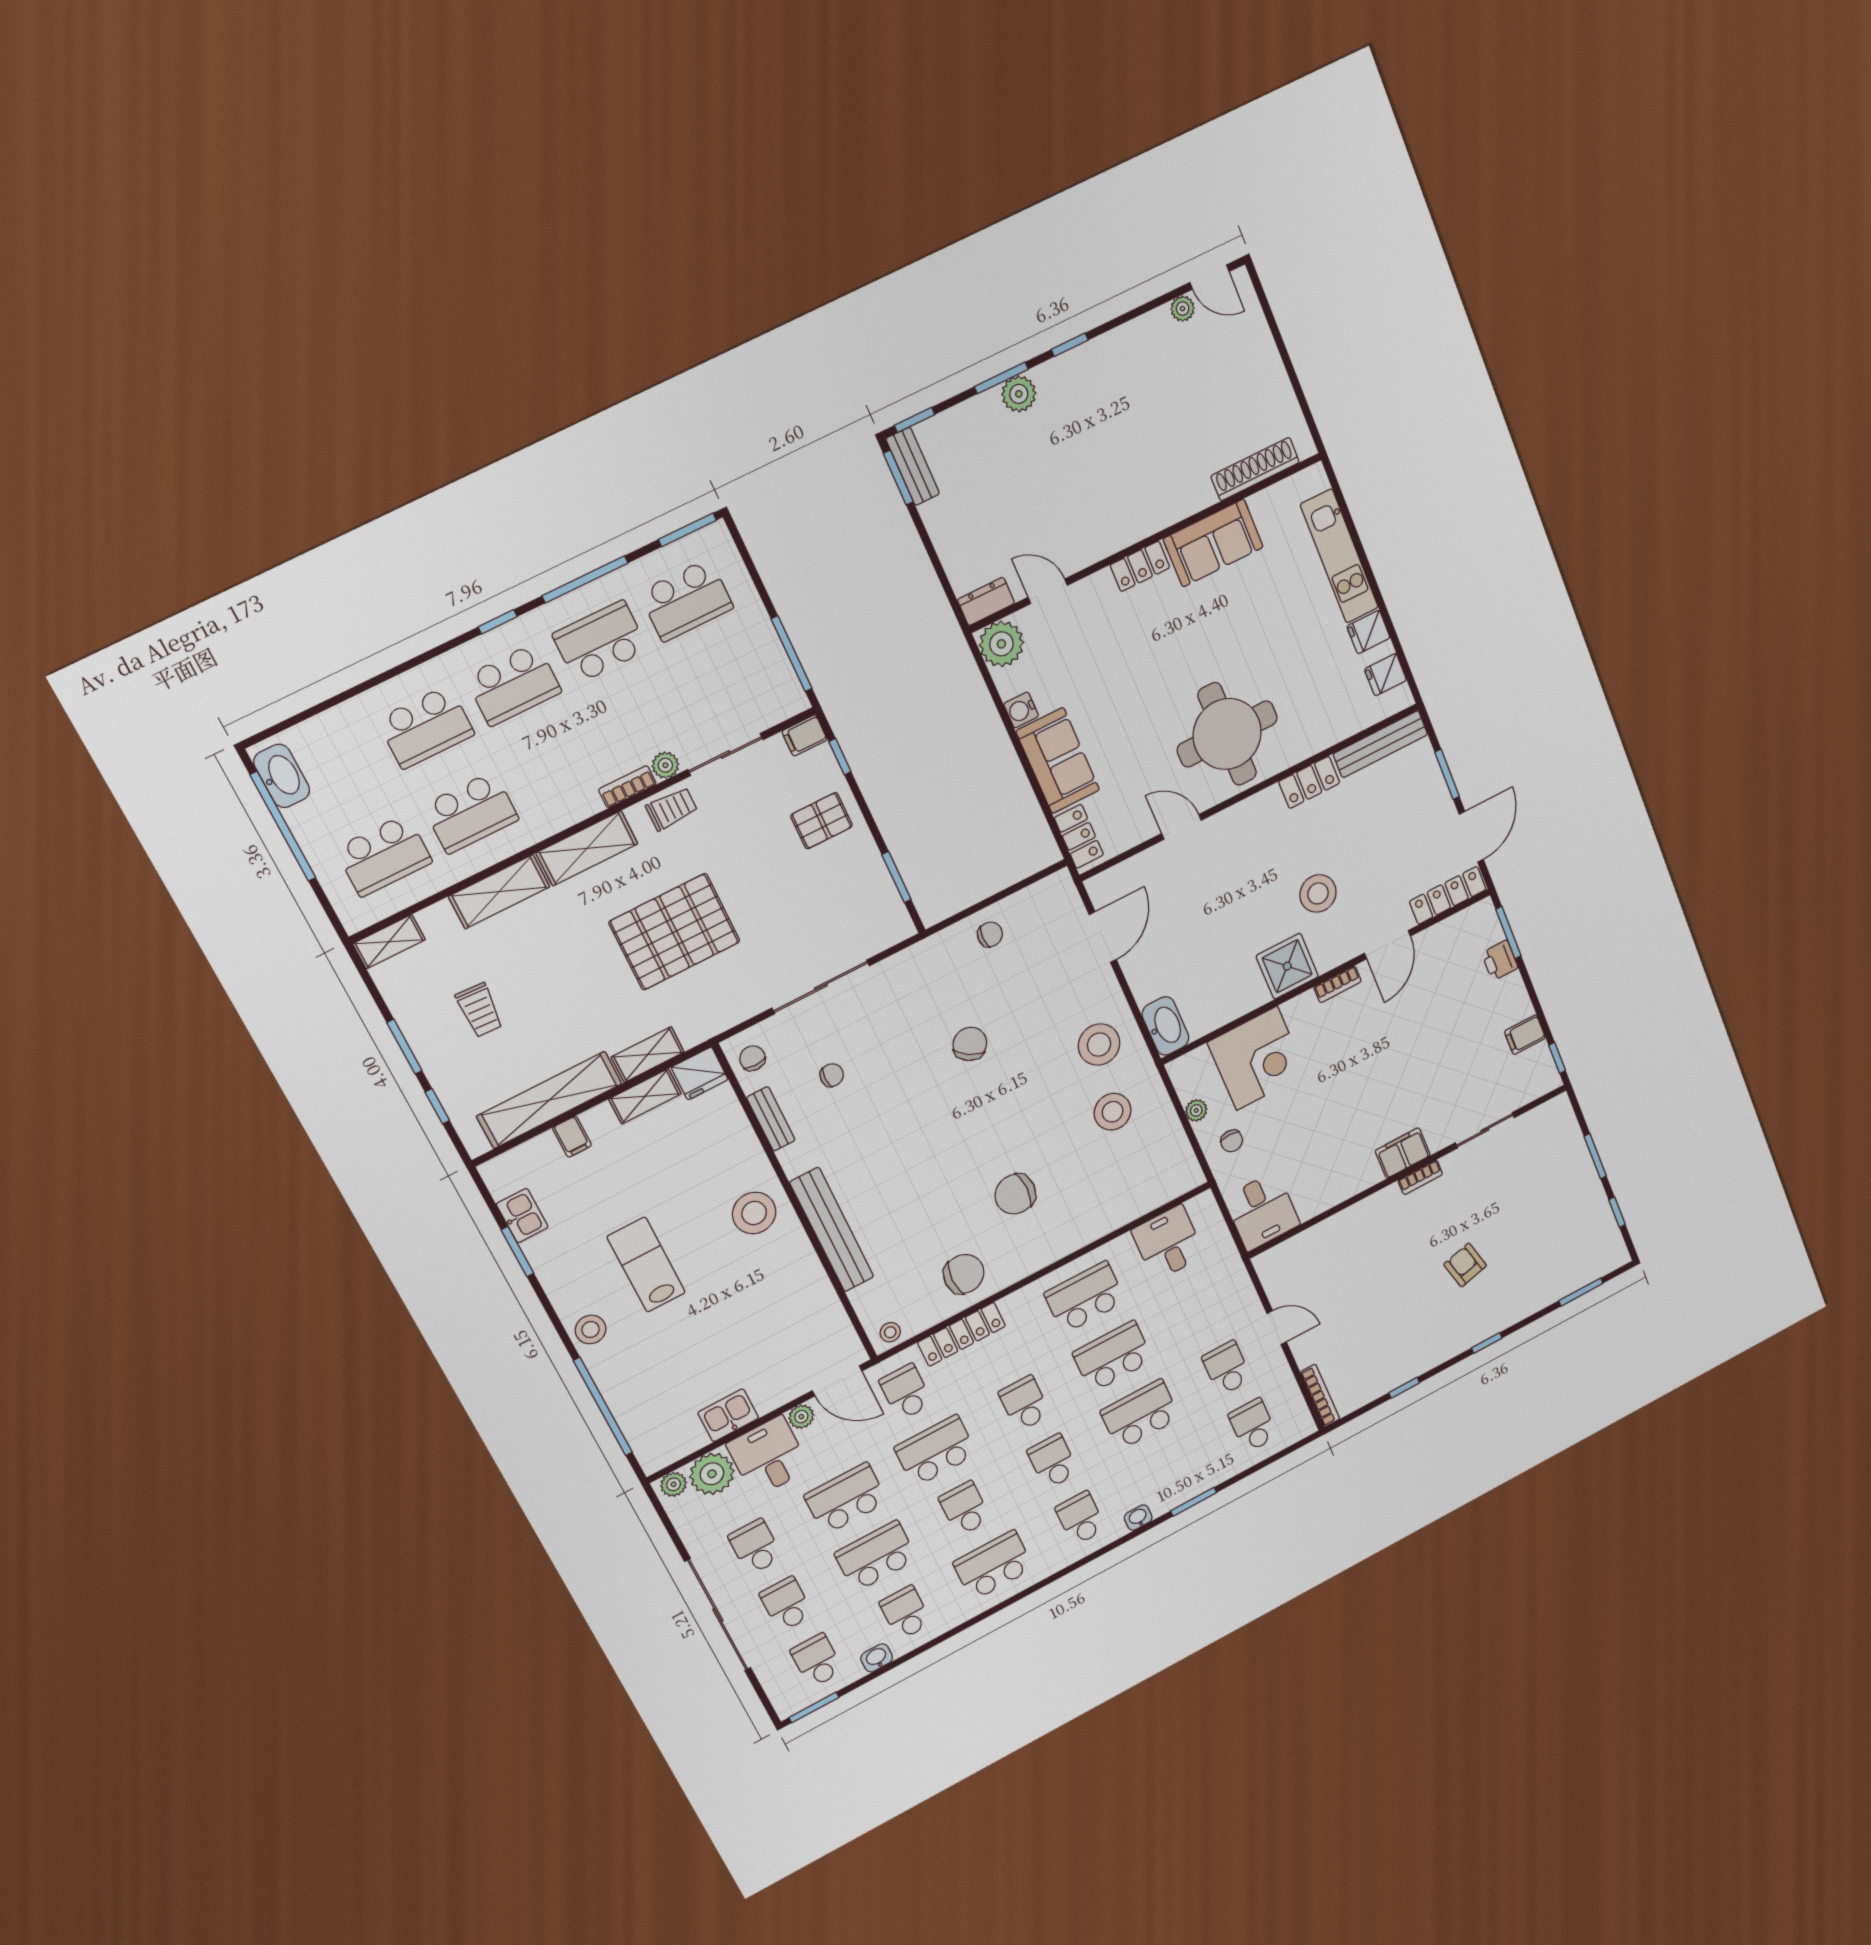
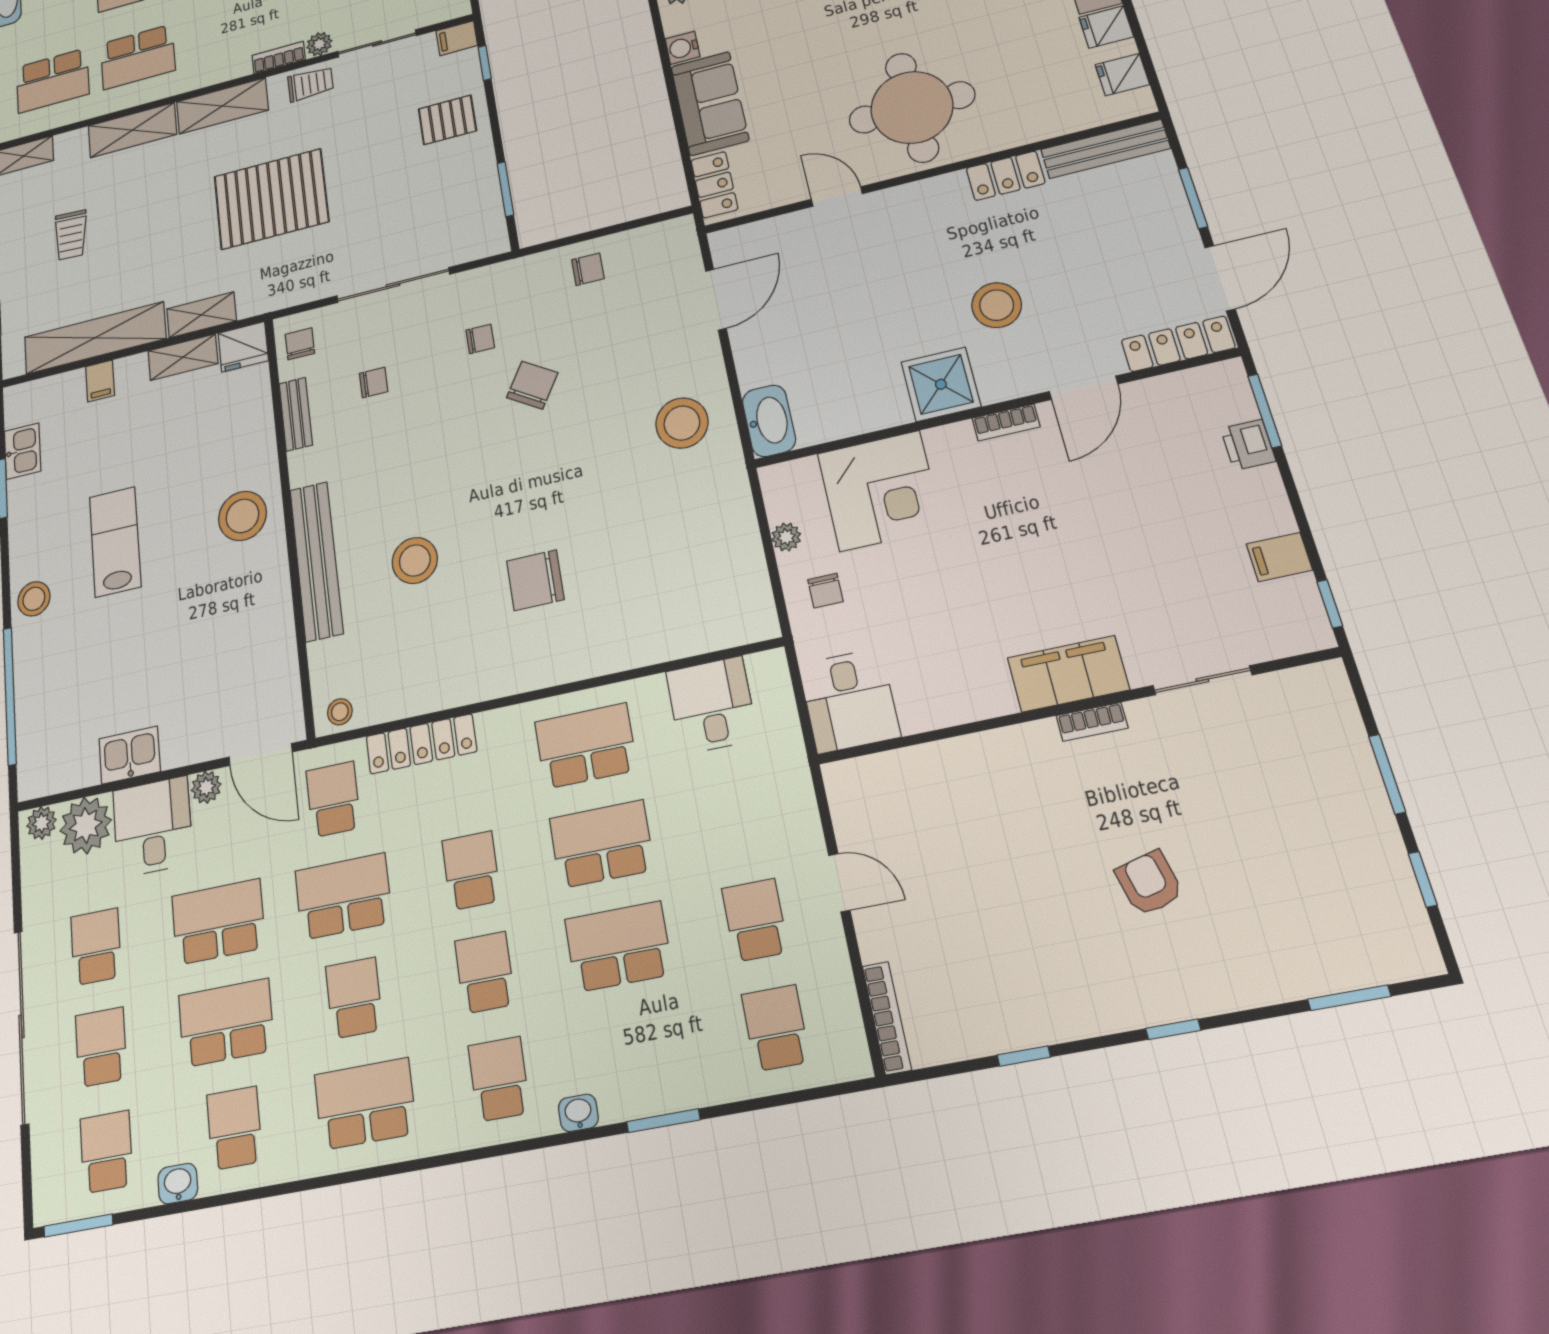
stool: (1113, 1112) -> (415, 560), moved
filing cabinet: (1403, 1153) -> (1068, 674), width x1.50, depth x1.17
chair: (964, 1274) -> (480, 339), moved, width x0.54, depth x0.54

